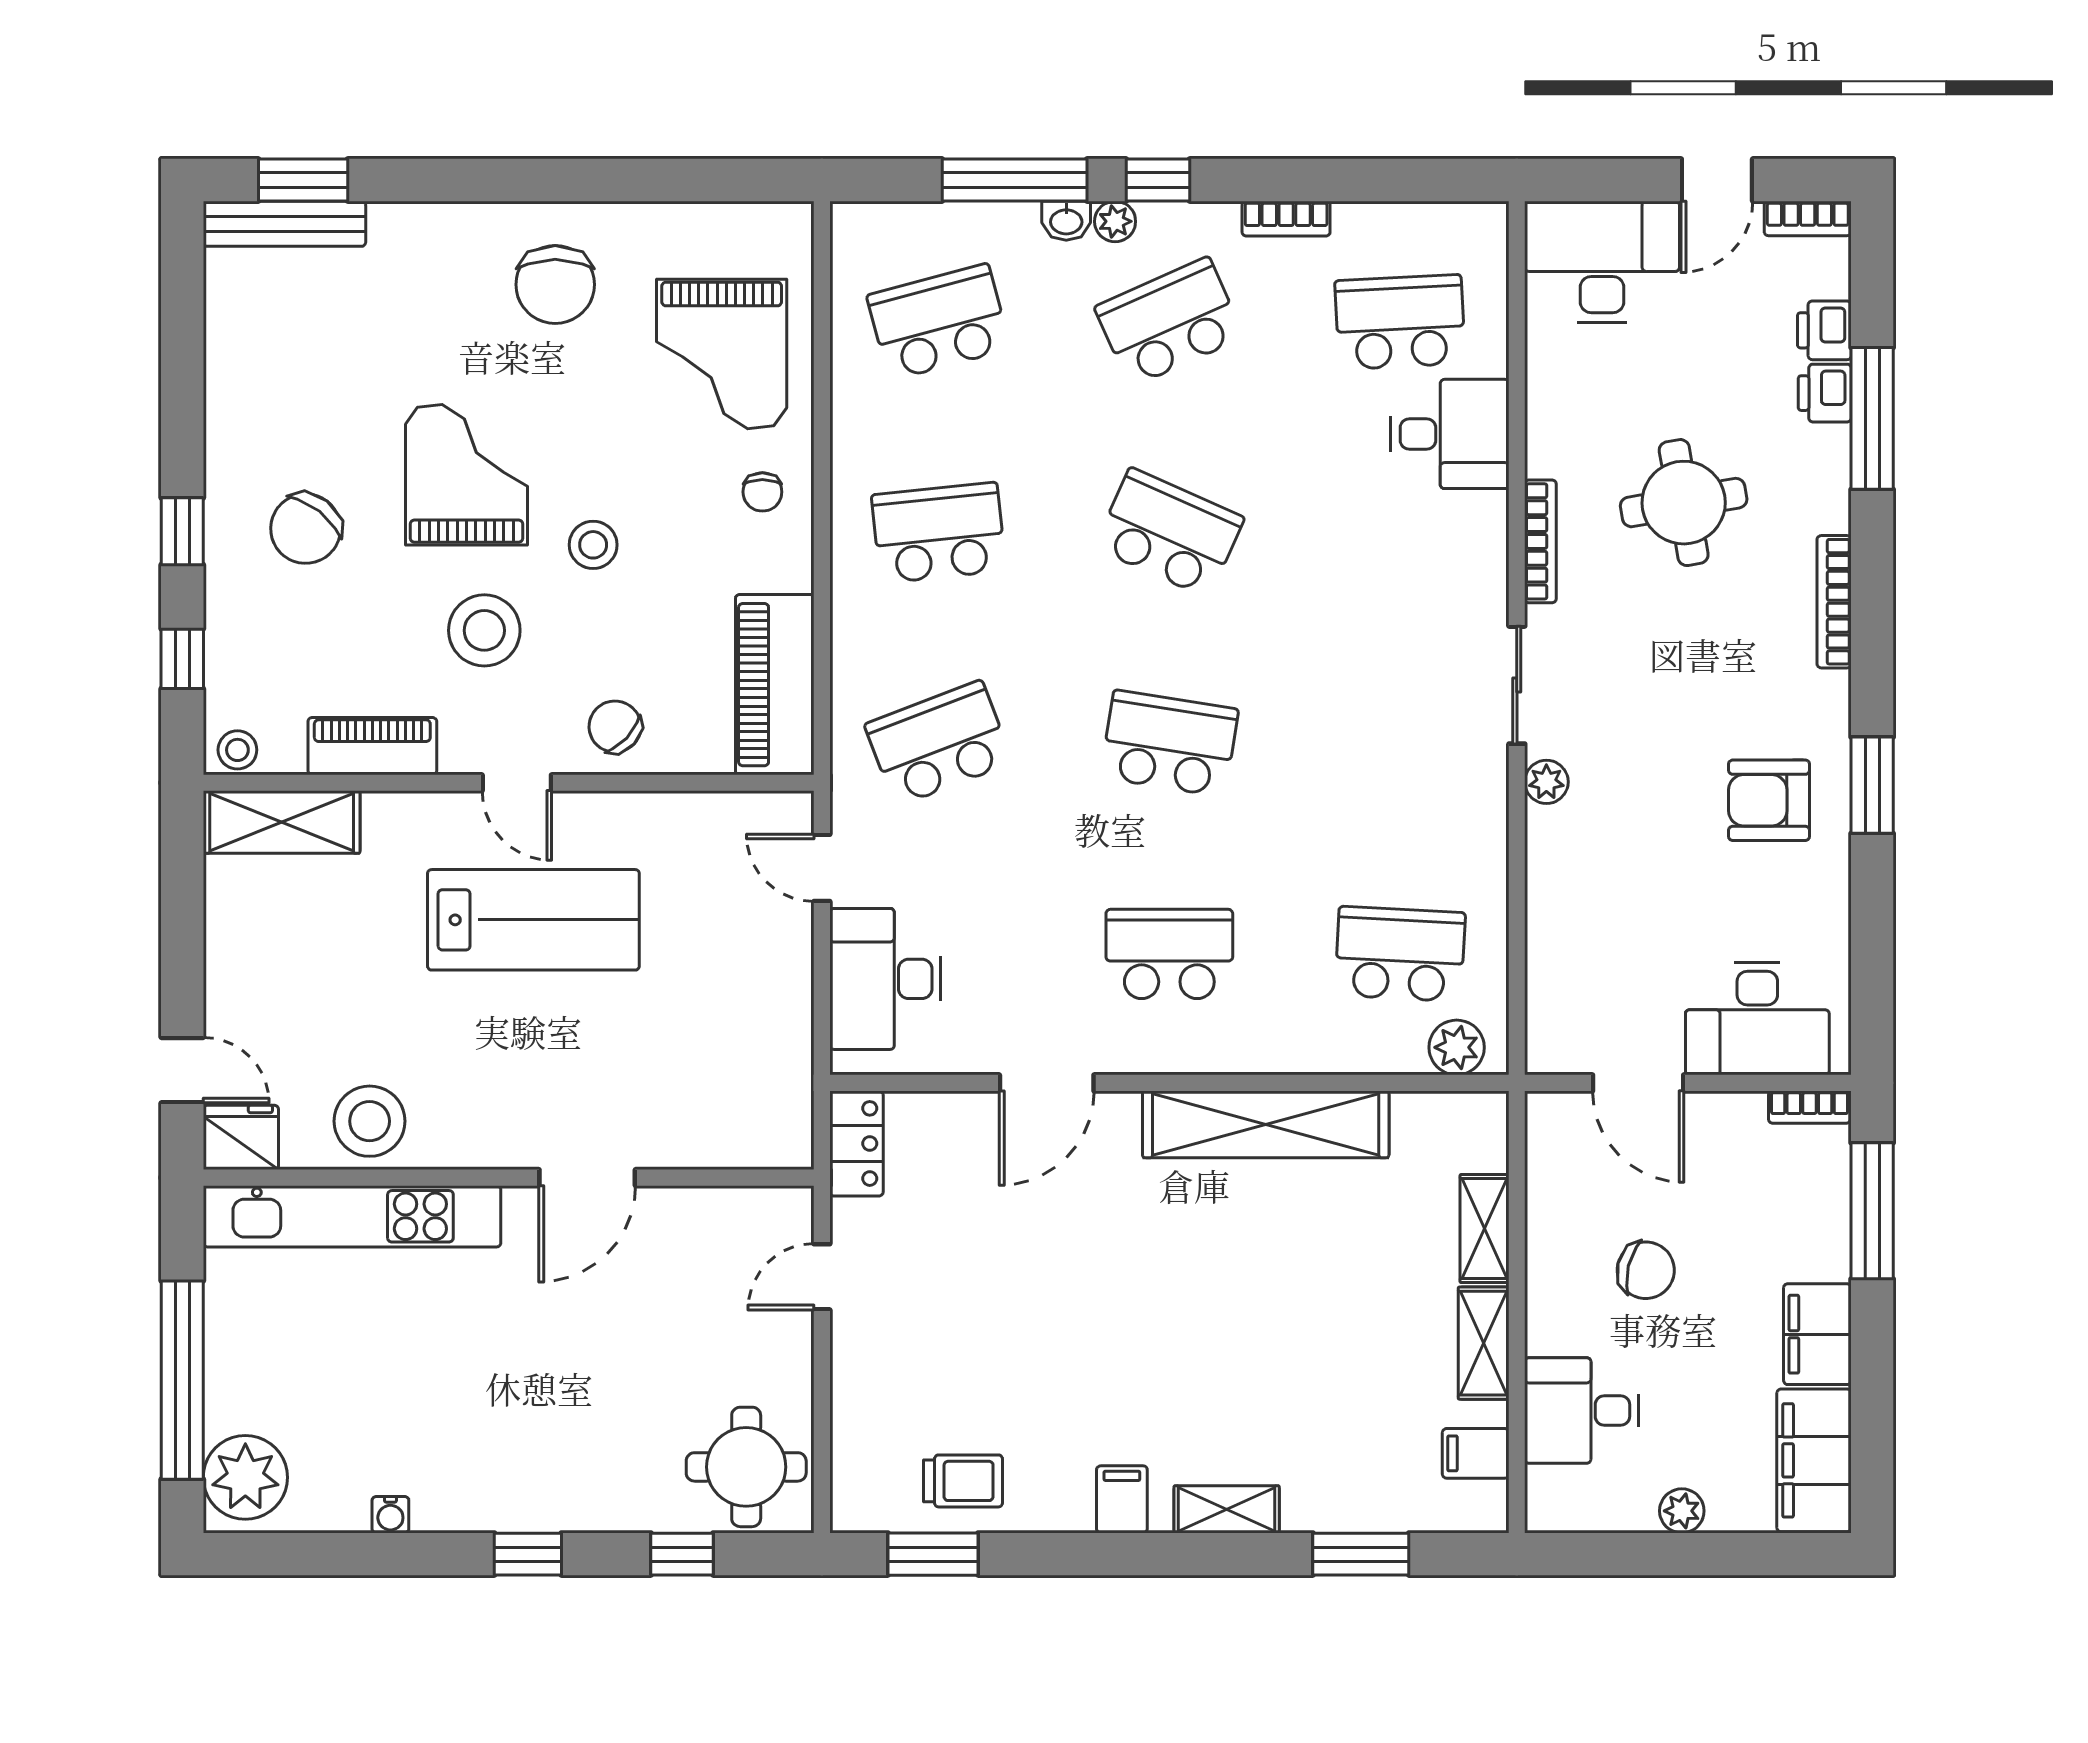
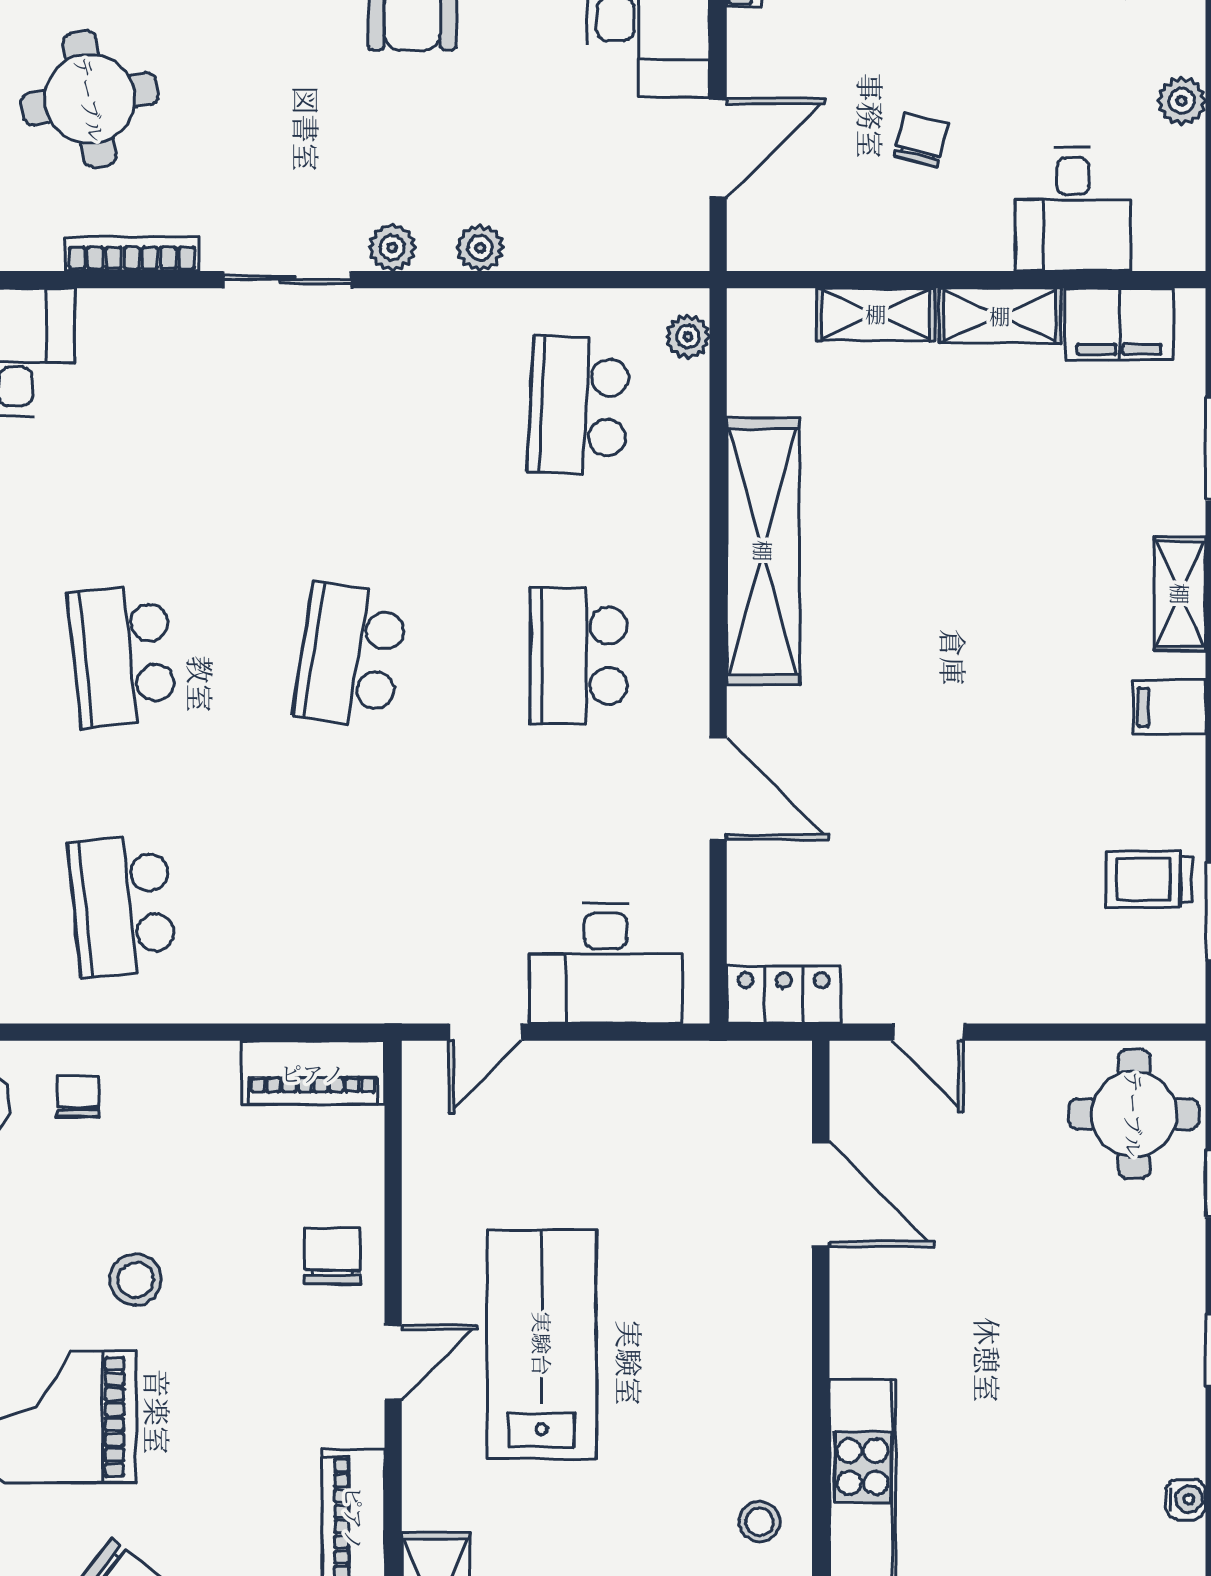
chair: (762, 492) -> (78, 1096), turned -90
school desk: (1169, 533) -> (122, 656), turned -30
stool: (484, 630) -> (228, 1398), removed
piano: (775, 685) -> (313, 1073), width x0.73, depth x0.75
chair: (615, 727) -> (332, 1256), turned 137
school desk: (939, 743) -> (350, 906), removed
plant: (1546, 863) -> (480, 248), added
plant: (1457, 1047) -> (688, 337), width x0.73, depth x0.73
stool: (370, 1121) -> (760, 1522), width x0.53, depth x0.53
door: (587, 1178) -> (821, 1194), moved
chair: (1646, 1270) -> (921, 140), width x0.73, depth x0.73
filing cabinet: (1476, 1453) -> (1119, 324), width x2.00
trolley: (963, 1481) -> (1149, 879), turned -90

